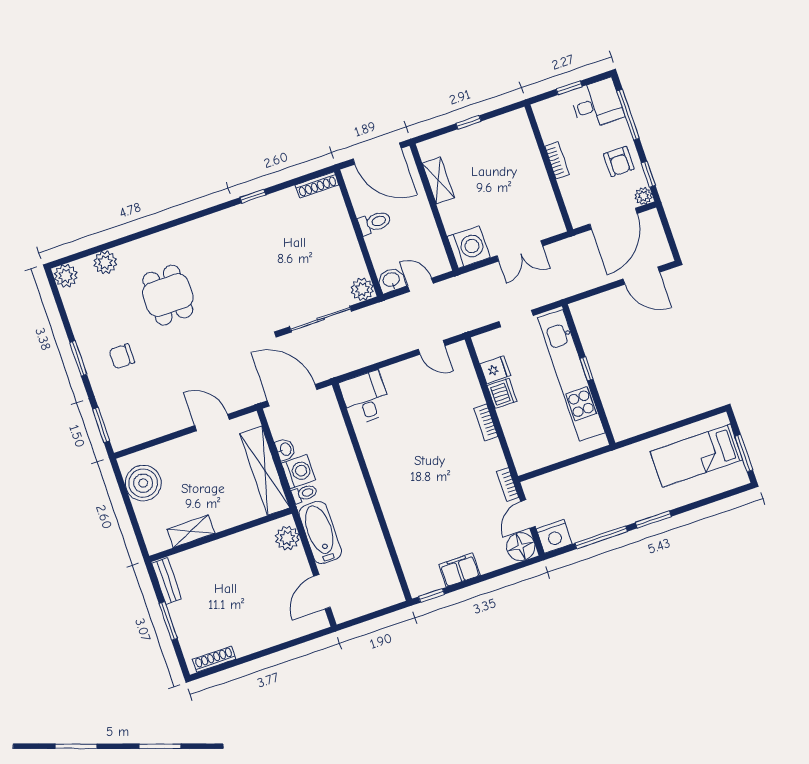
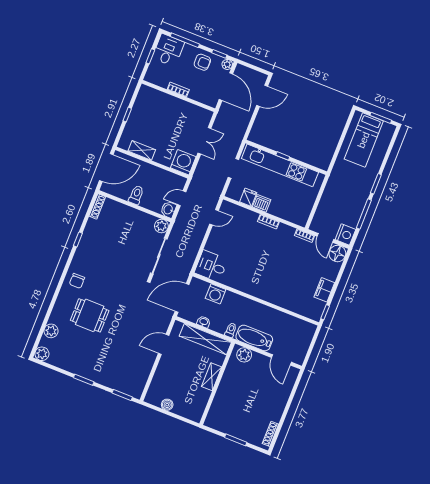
chair: (122, 356) -> (77, 281), moved
washing machine: (299, 472) -> (216, 294), moved, turned 180
boiler: (143, 483) -> (167, 405), width x0.54, depth x0.54
shelving: (191, 531) -> (212, 377), moved
bench: (167, 581) -> (217, 425), removed

